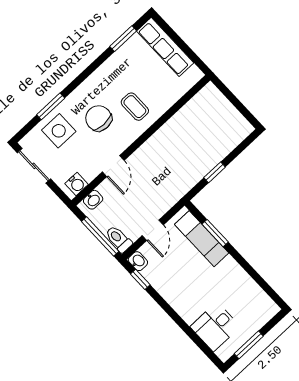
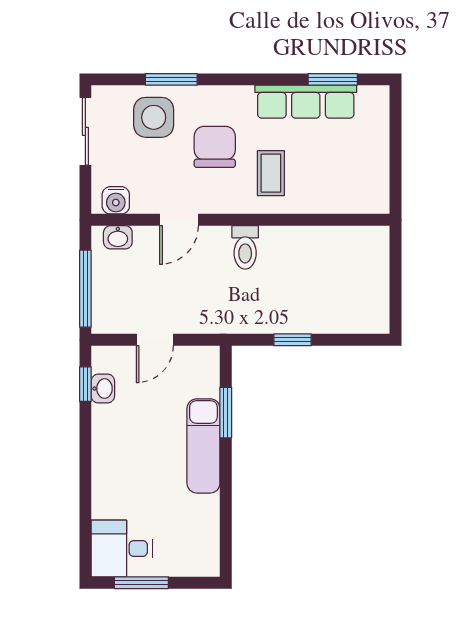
row of seats: (165, 47) -> (306, 102), moved, turned -90
toilet: (119, 239) -> (245, 247), moved, turned 180
exam couch: (202, 239) -> (203, 446), moved
washbasin: (138, 261) -> (103, 389), moved
desk: (215, 327) -> (122, 549), moved

